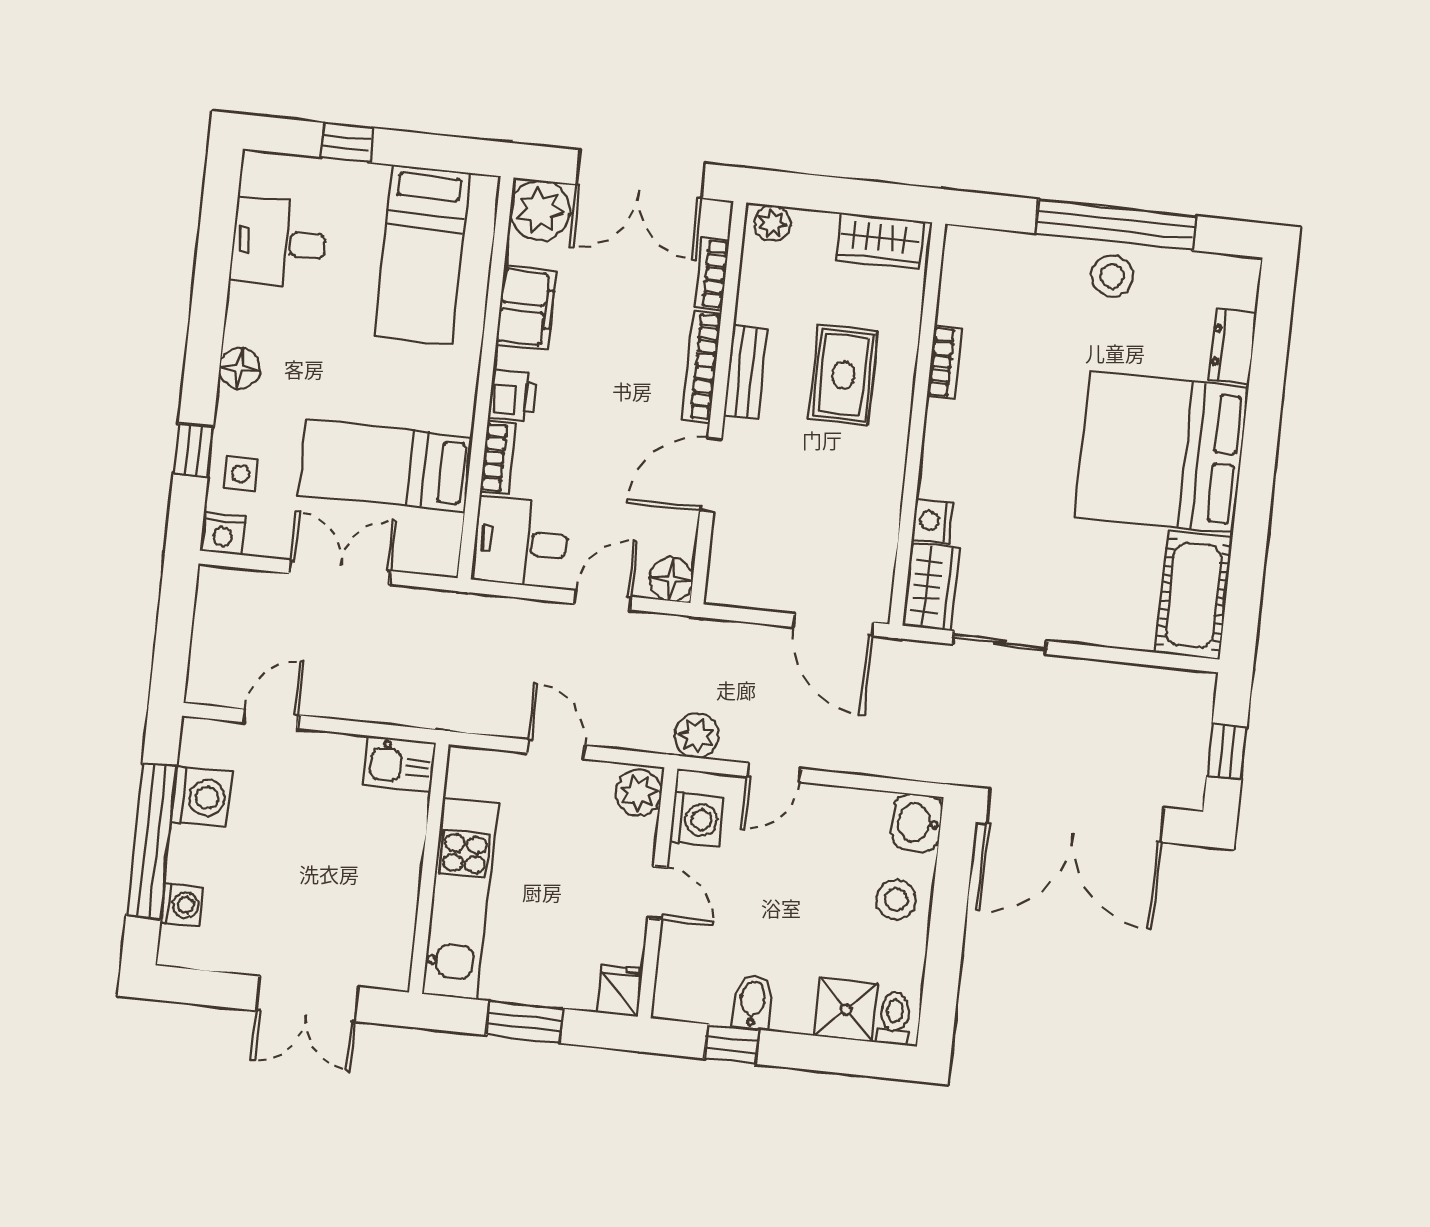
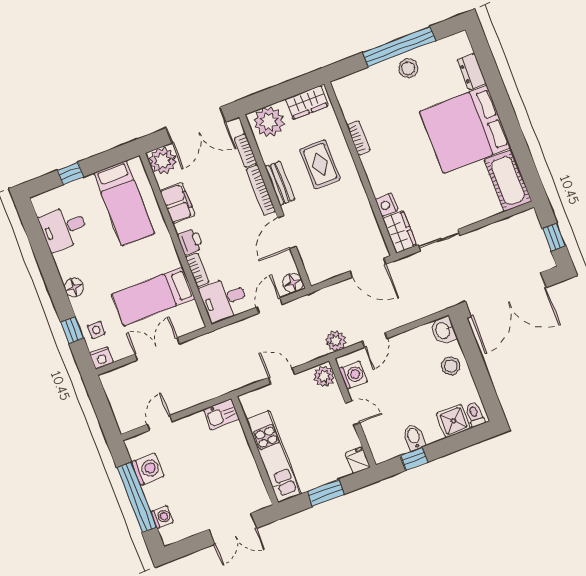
plant: (772, 223) -> (269, 122), width x1.88, depth x1.88

